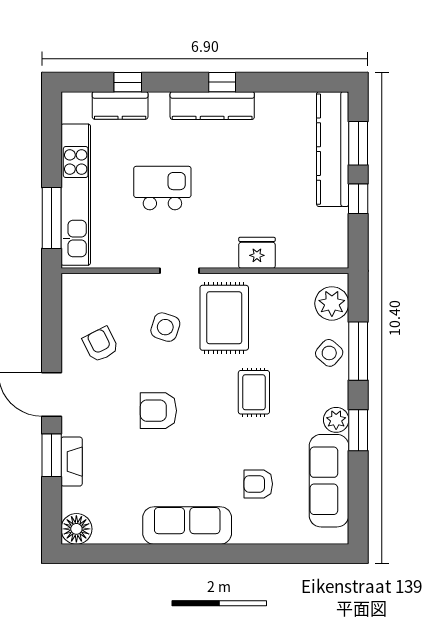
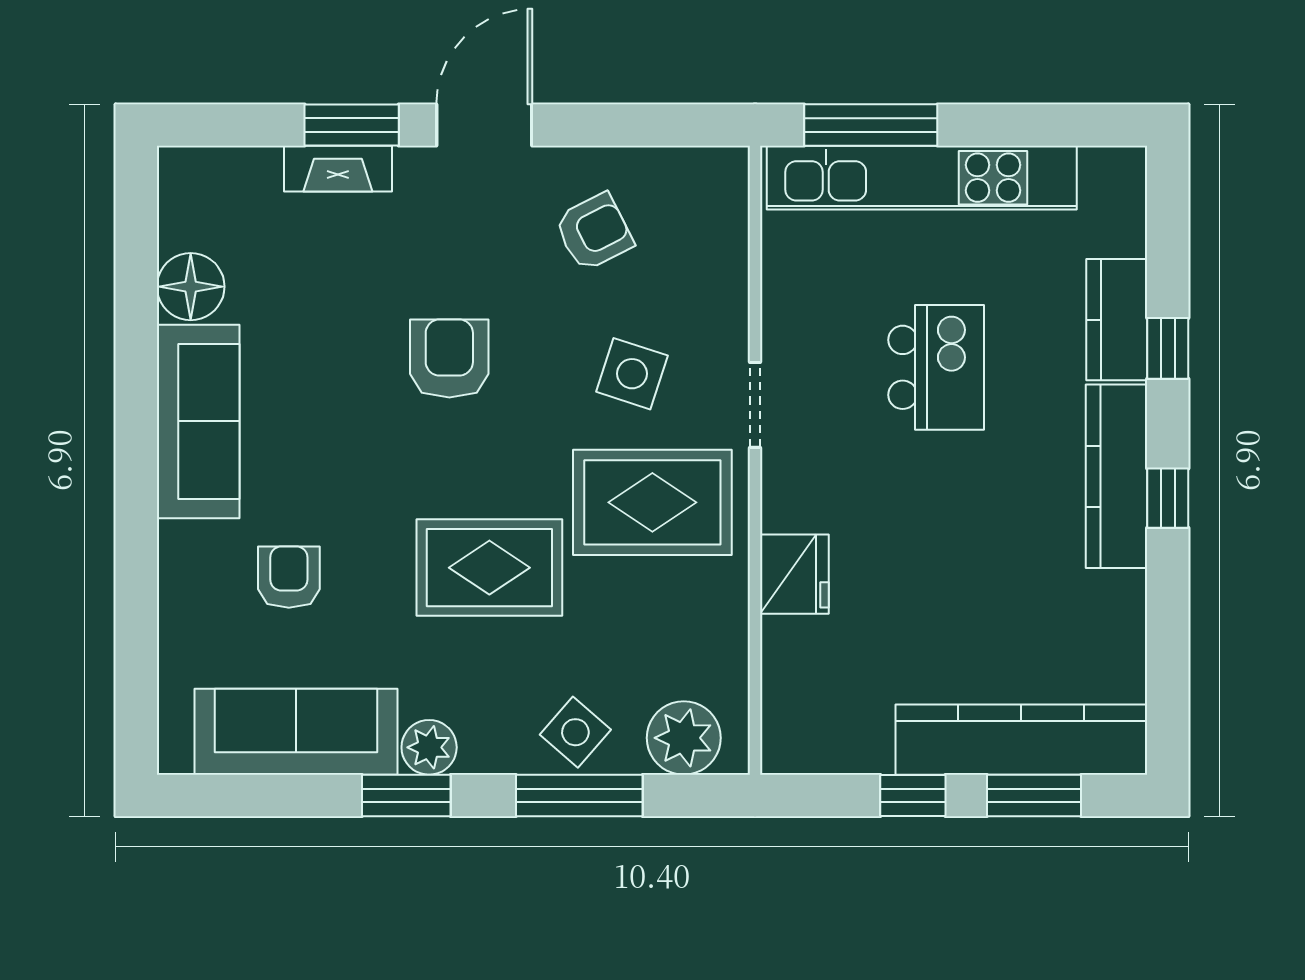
window: (128, 82) -> (1168, 348), moved
kitchen counter: (120, 105) -> (1117, 320), moved
rug: (254, 392) -> (489, 568), width x1.36, depth x1.43
floor lamp: (76, 529) -> (191, 287), moved

